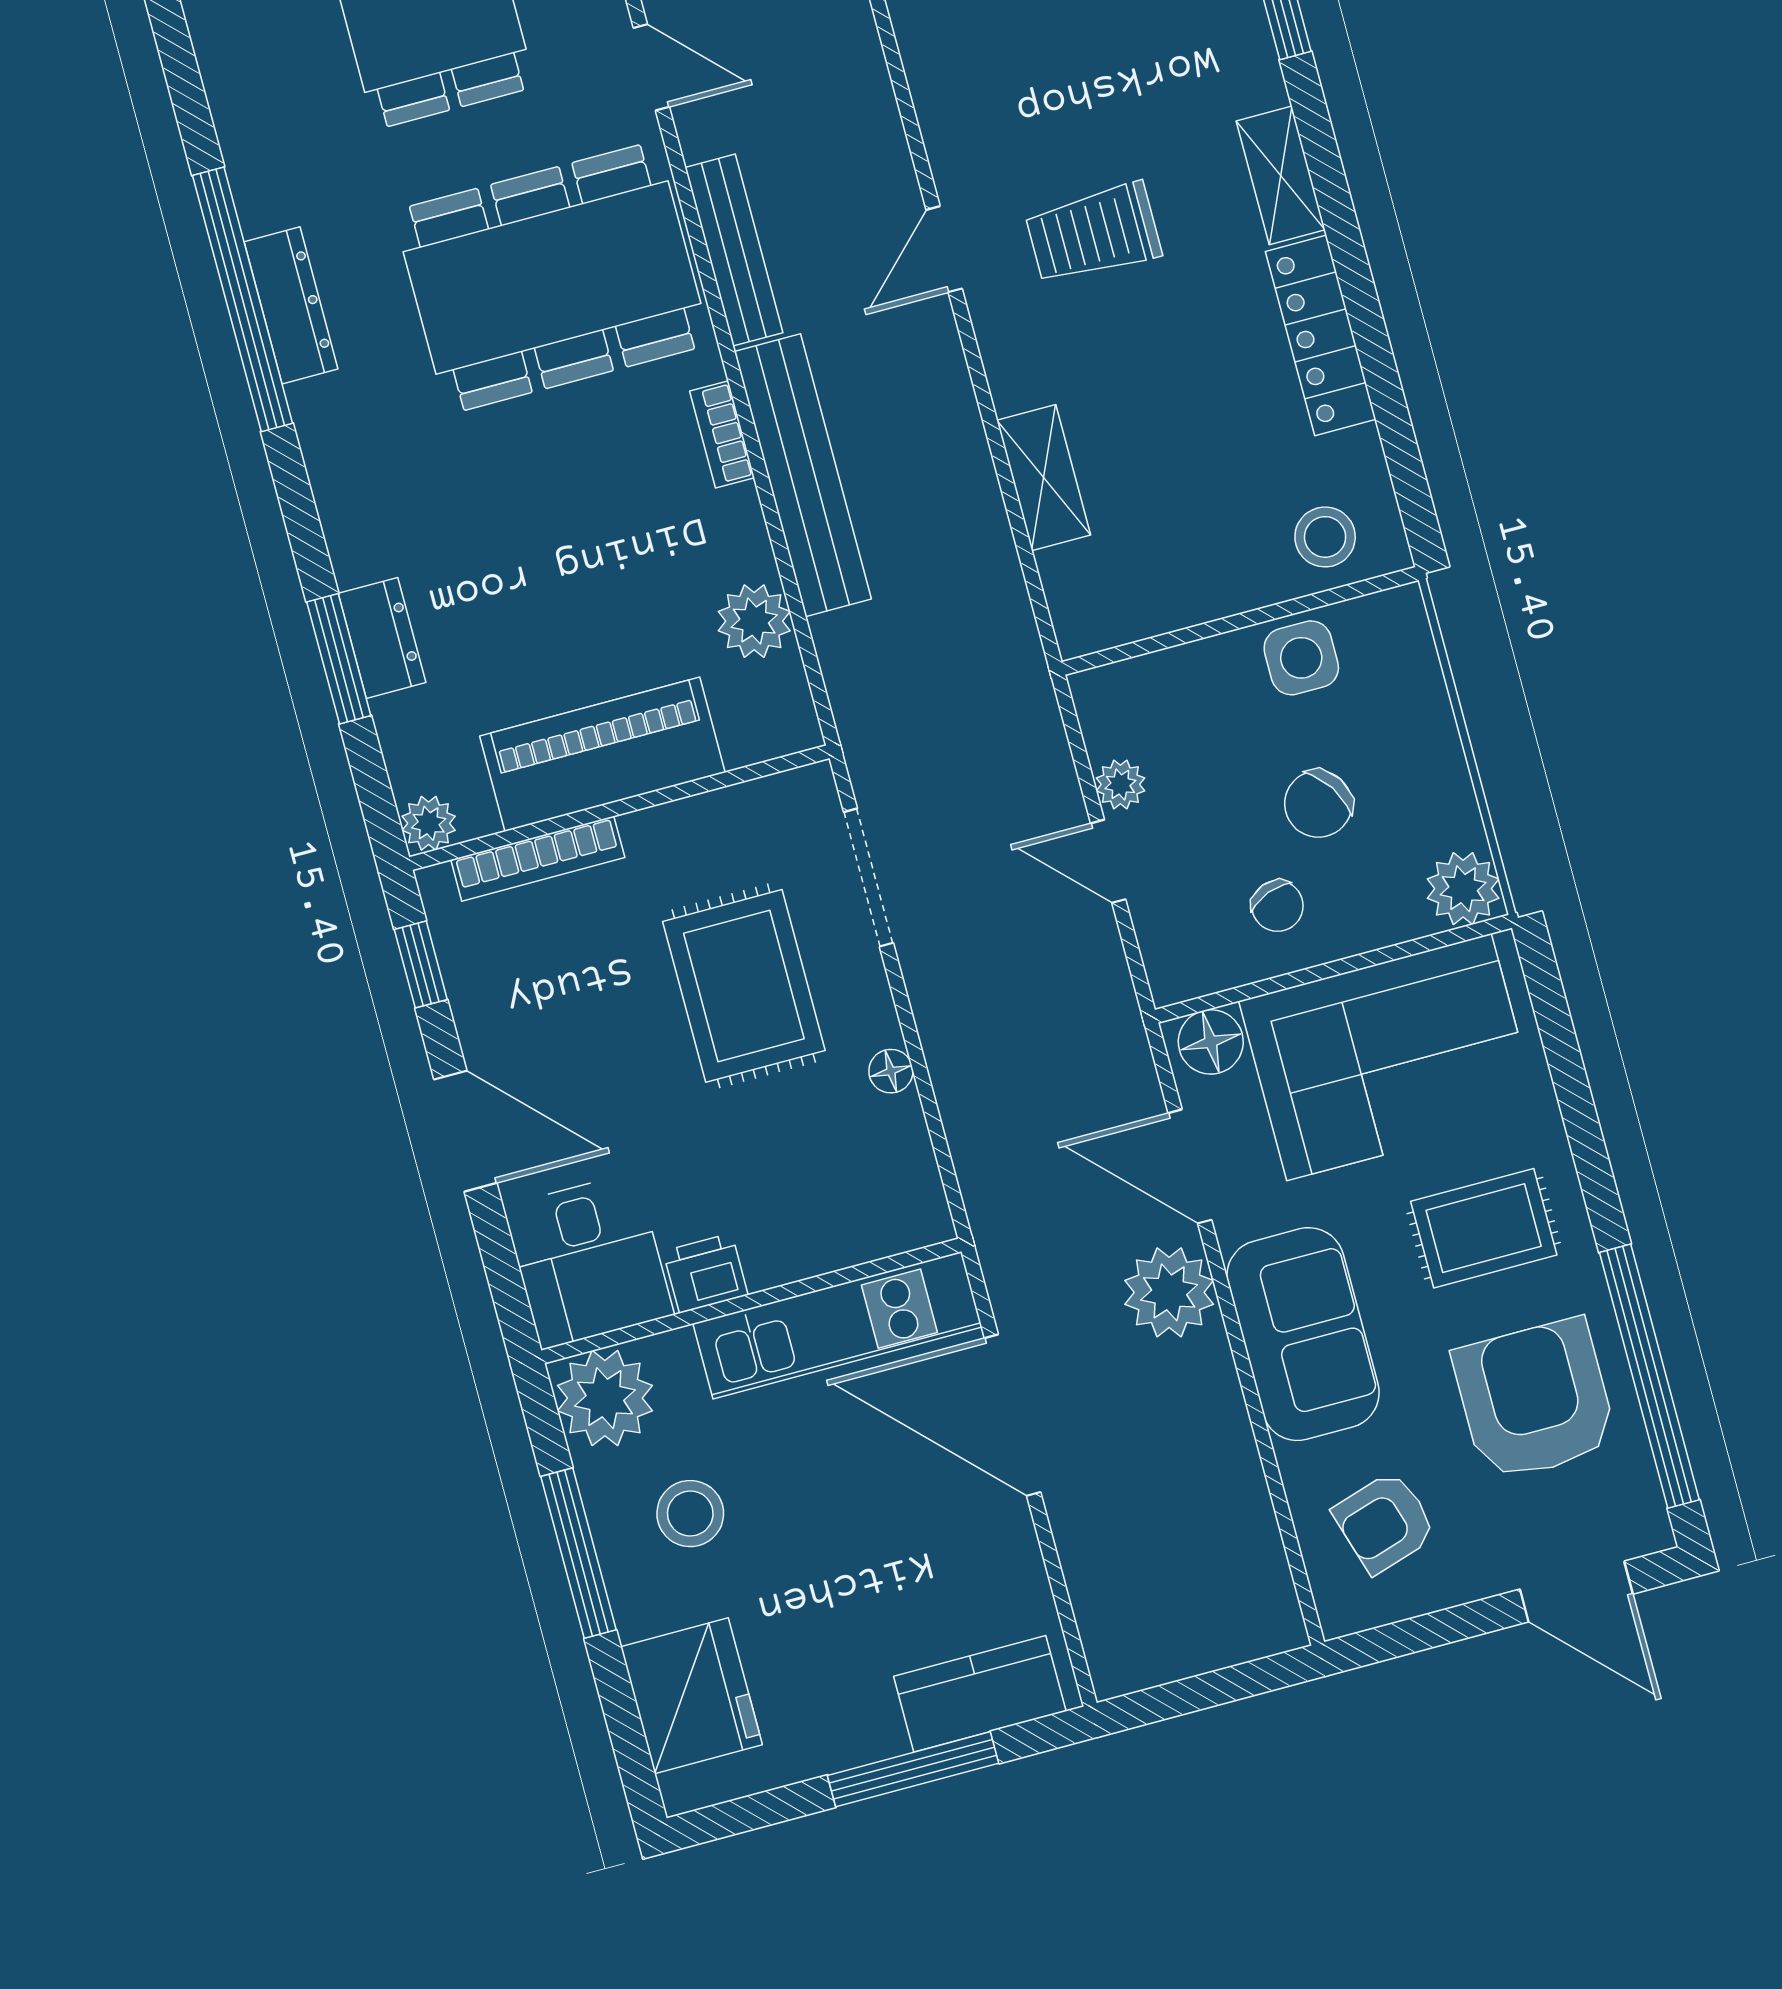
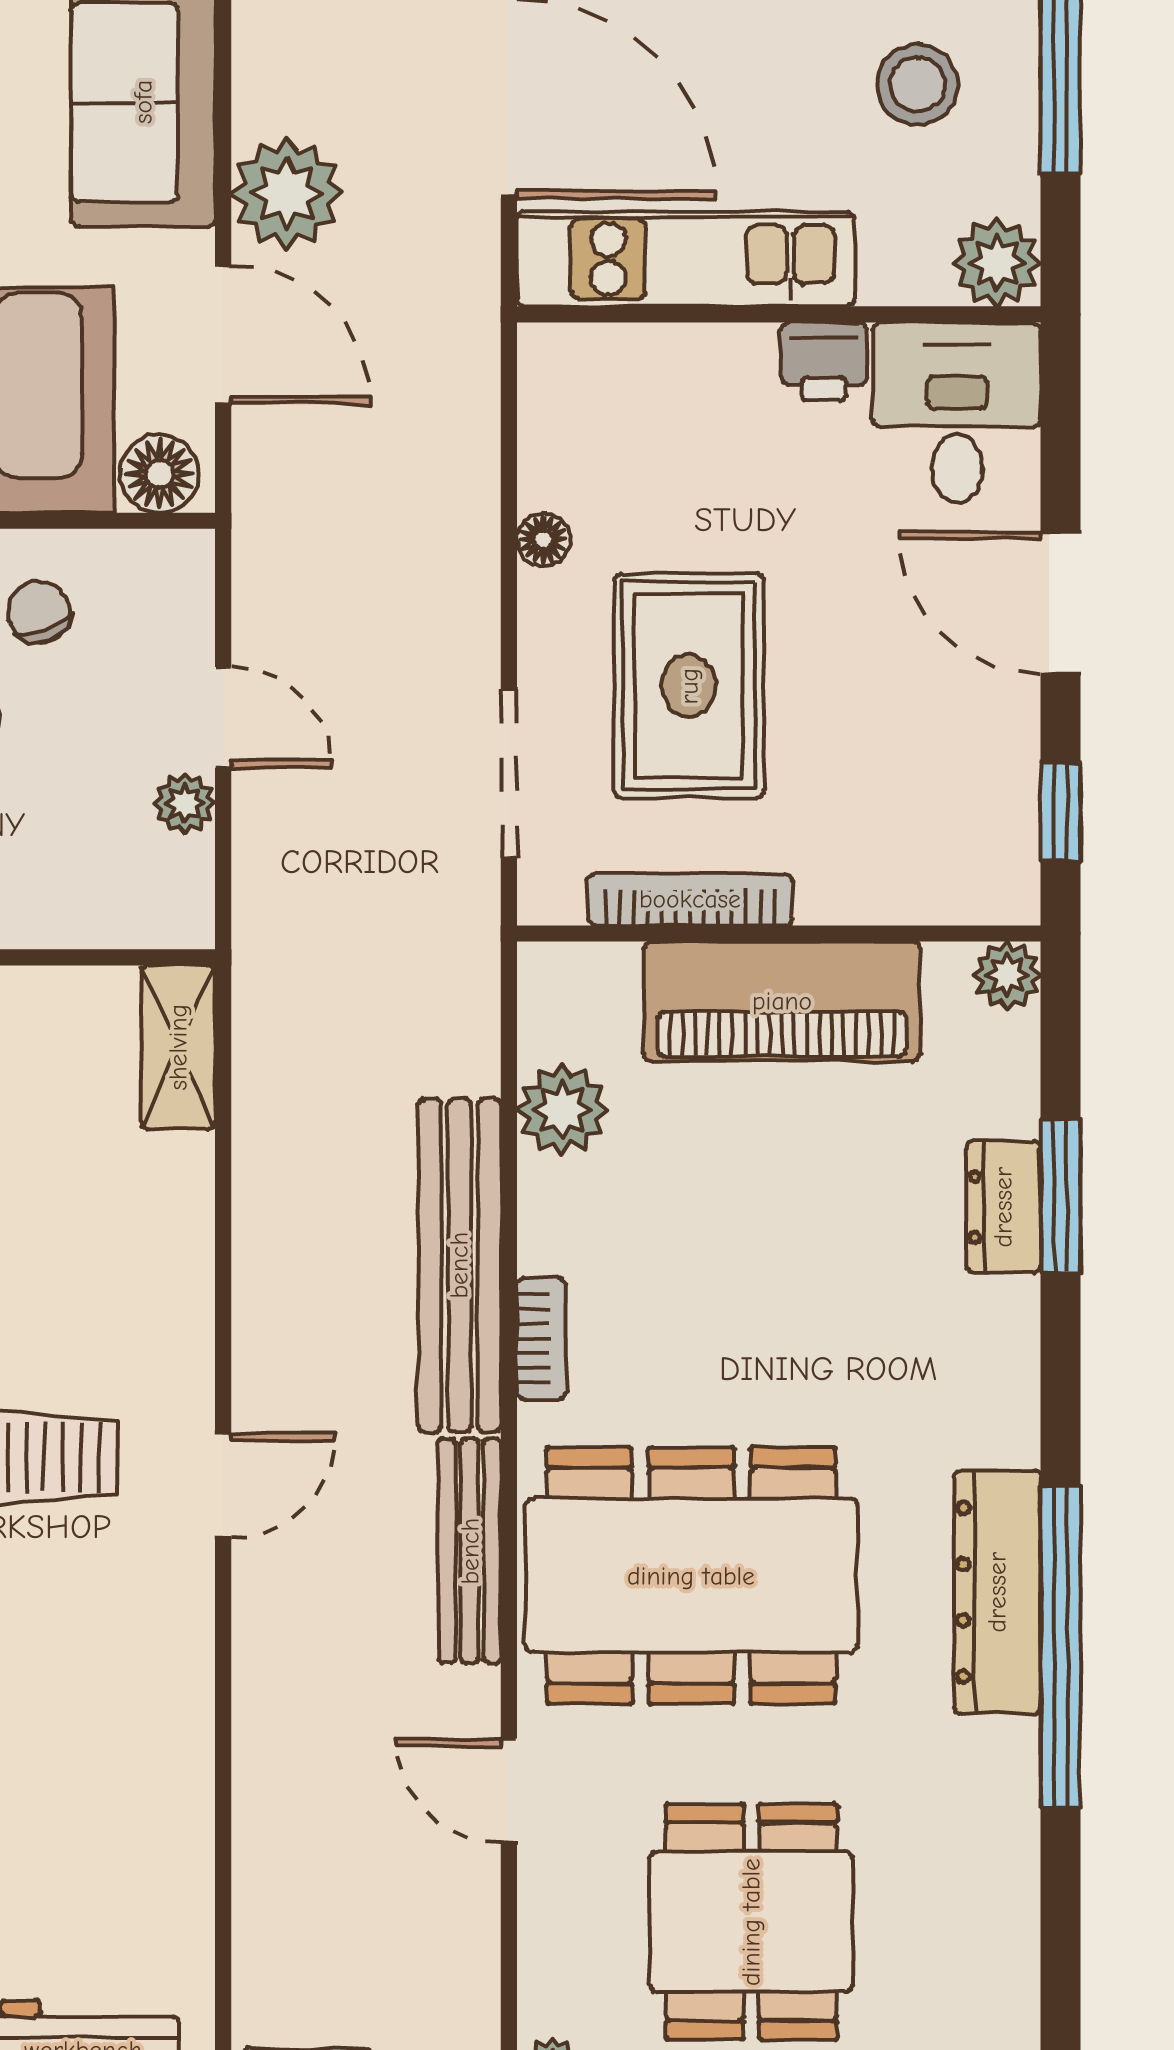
dresser: (291, 305) -> (997, 1592), width x1.37, depth x1.24
shelving: (1044, 478) -> (178, 1047), moved
bookcase: (538, 859) -> (690, 899), moved
plant: (605, 1398) -> (997, 263), width x0.73, depth x0.73

